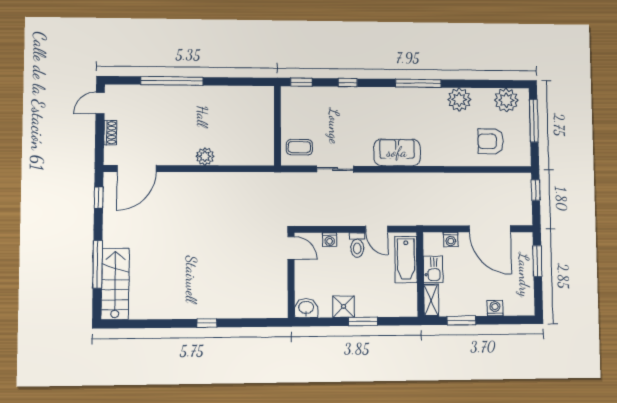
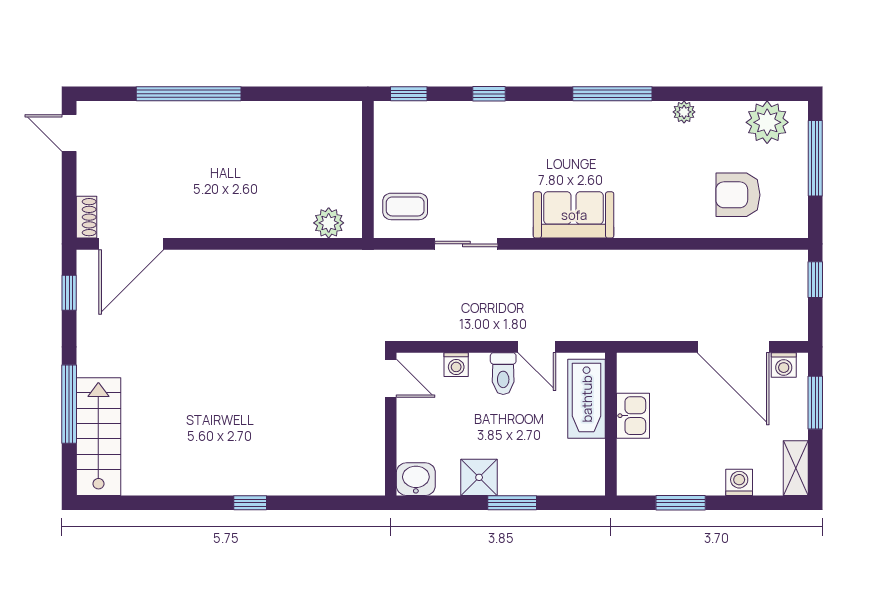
plant: (459, 99) -> (684, 112), width x0.53, depth x0.53
door: (100, 103) -> (69, 133), hinge flipped
shoe rack: (110, 133) -> (86, 217), moved
plant: (205, 156) -> (329, 223), moved
washing machine: (451, 240) -> (784, 365), moved
shelving: (431, 300) -> (796, 468), moved

